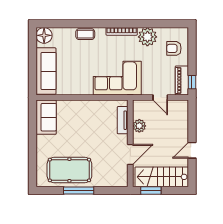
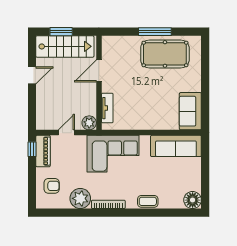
sofa: (46, 71) -> (176, 146), moved, turned -90
door: (160, 98) -> (66, 133), hinge flipped
plant: (139, 126) -> (89, 123), moved
window: (151, 191) -> (61, 32), moved

